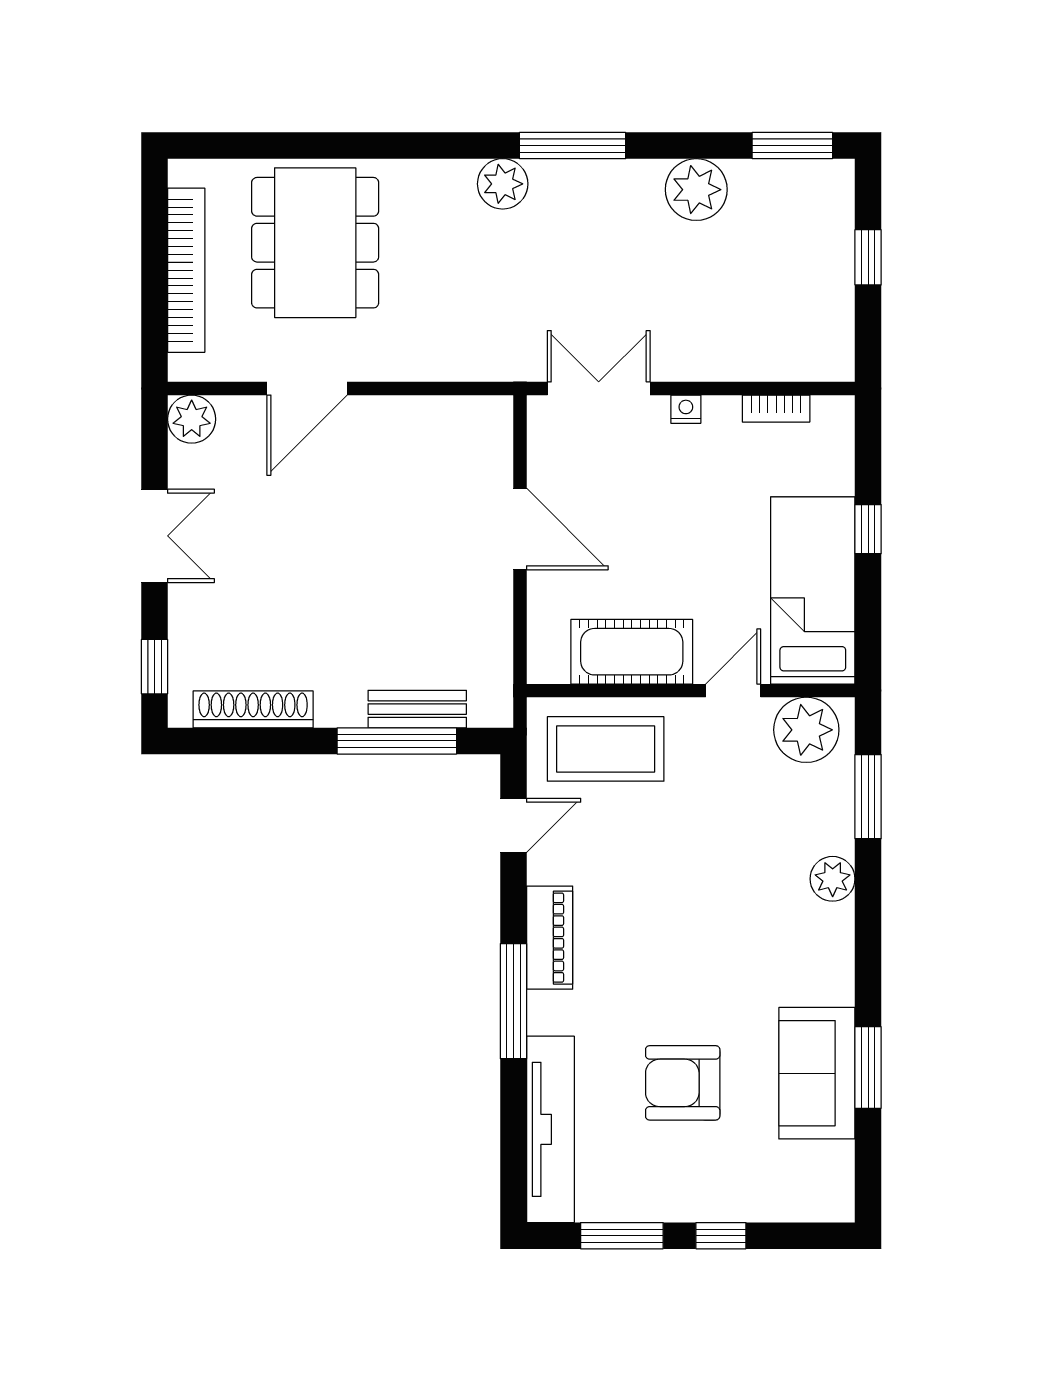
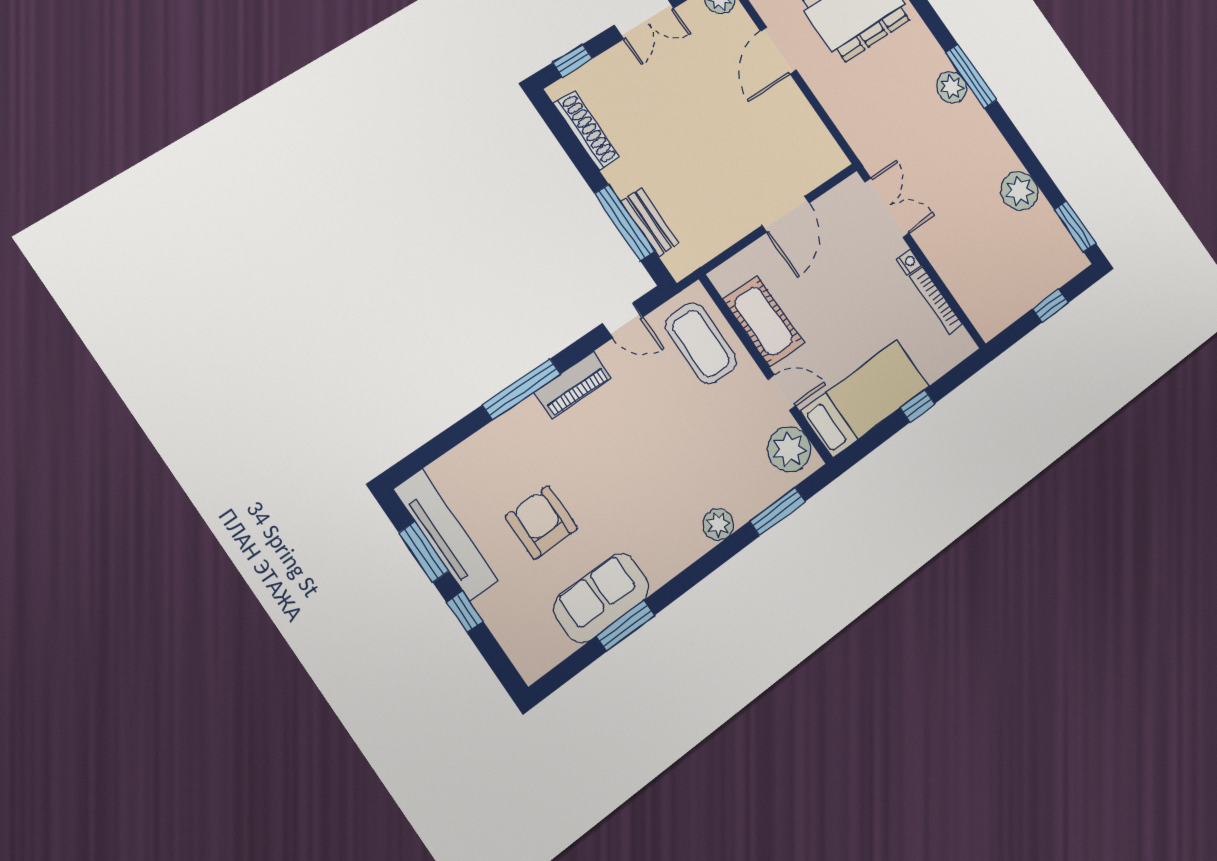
window: (573, 146) -> (971, 76), moved
door: (307, 389) -> (778, 50), hinge flipped
bookcase: (776, 409) -> (936, 300), width x1.56
tv unit: (550, 1129) -> (446, 535), moved, turned -90

